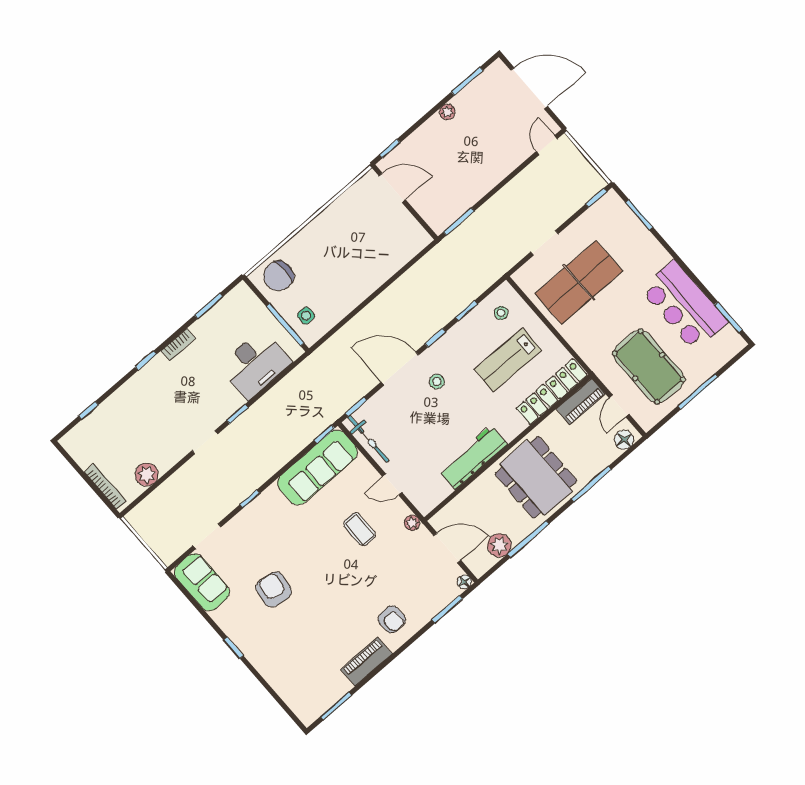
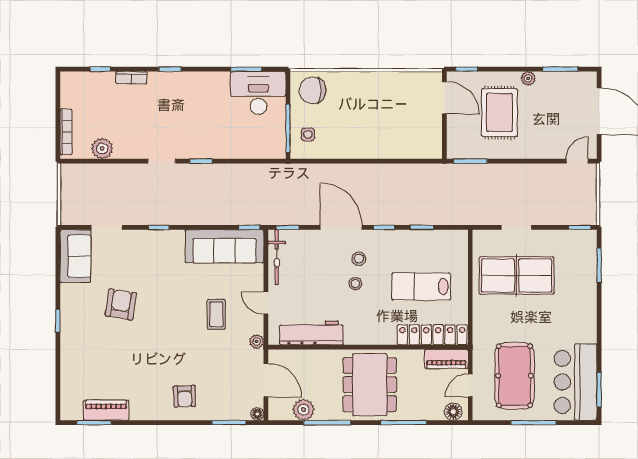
rug: (448, 161) -> (499, 113), added
bar counter: (684, 306) -> (576, 382), moved
stool: (501, 313) -> (355, 284), moved
bookcase: (178, 345) -> (131, 78), moved
desk: (255, 364) -> (258, 93), moved, turned 180
workbench: (473, 457) -> (311, 333), moved
piano: (366, 662) -> (106, 410), moved

